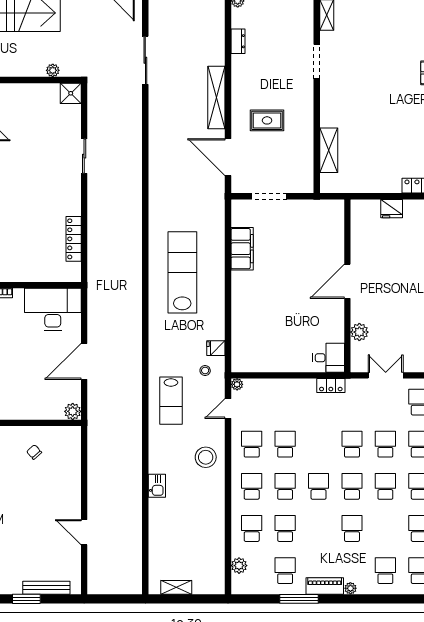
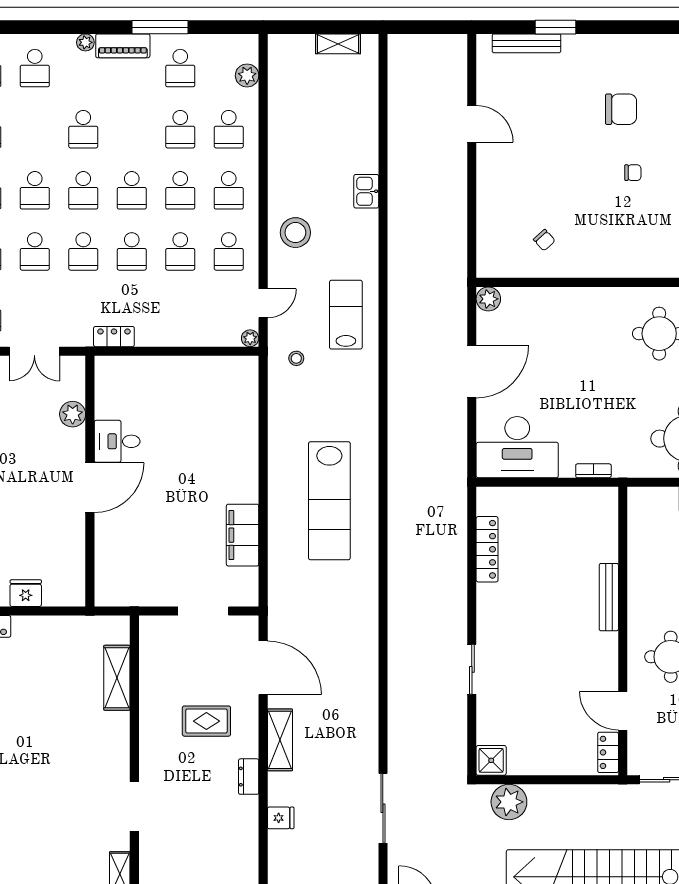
dresser: (238, 41) -> (249, 777), moved
plant: (53, 70) -> (509, 802), width x1.87, depth x1.87
shelving: (216, 97) -> (280, 740), width x0.68
fridge: (216, 348) -> (281, 818), moved
desk: (329, 358) -> (117, 441), moved
school desk: (319, 444) -> (132, 251), added

